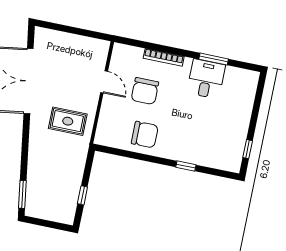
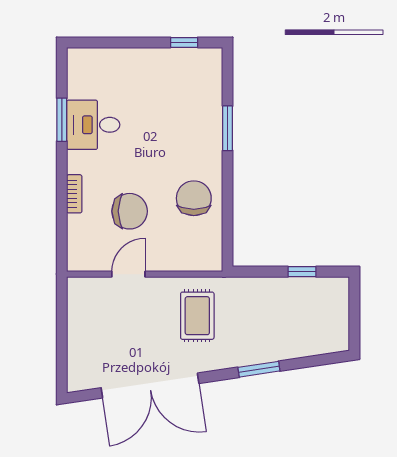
bookcase: (164, 57) -> (74, 194), width x0.64
window: (186, 166) -> (228, 128), width x1.50
window: (22, 194) -> (259, 369), moved

